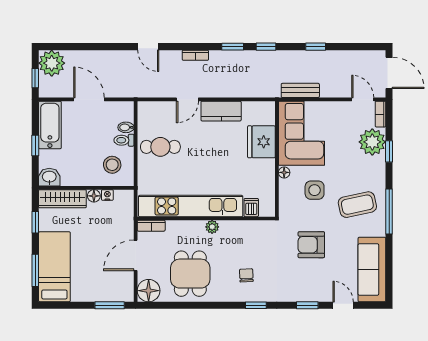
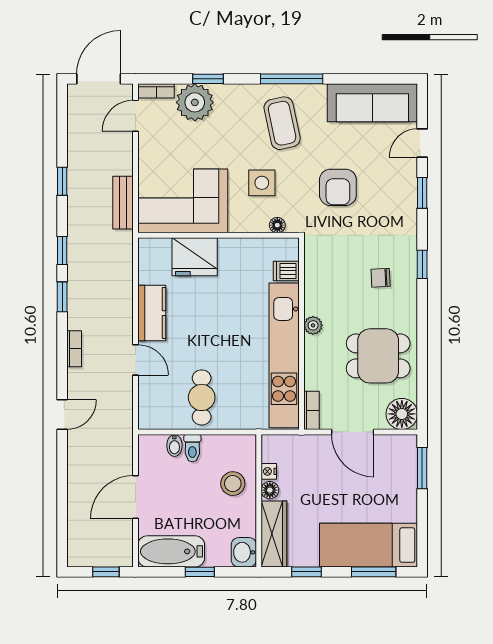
plant: (52, 63) -> (85, 549), removed
stool: (112, 165) -> (233, 484), moved
floor lamp: (284, 172) -> (277, 225), moved

